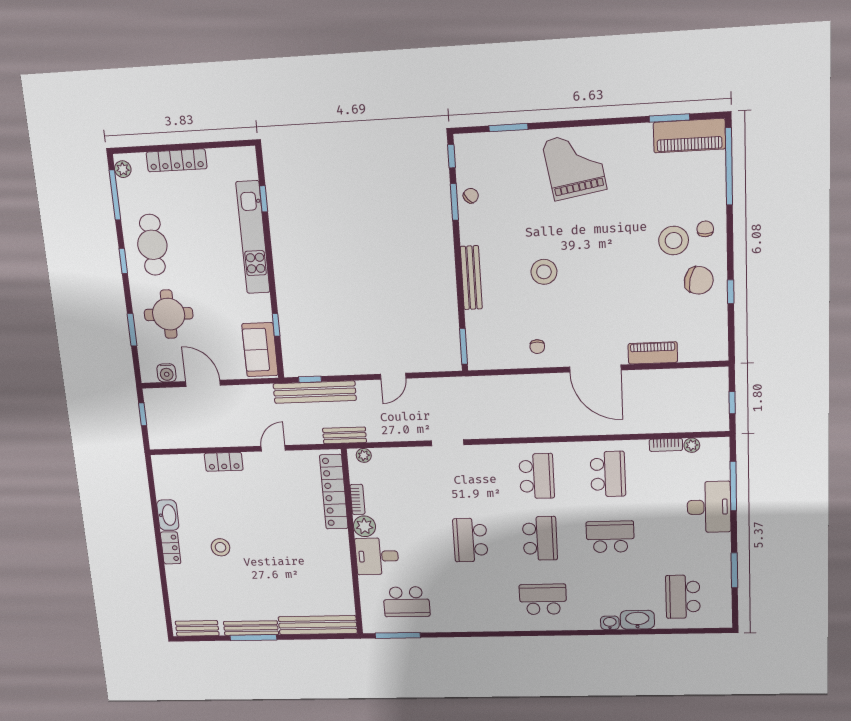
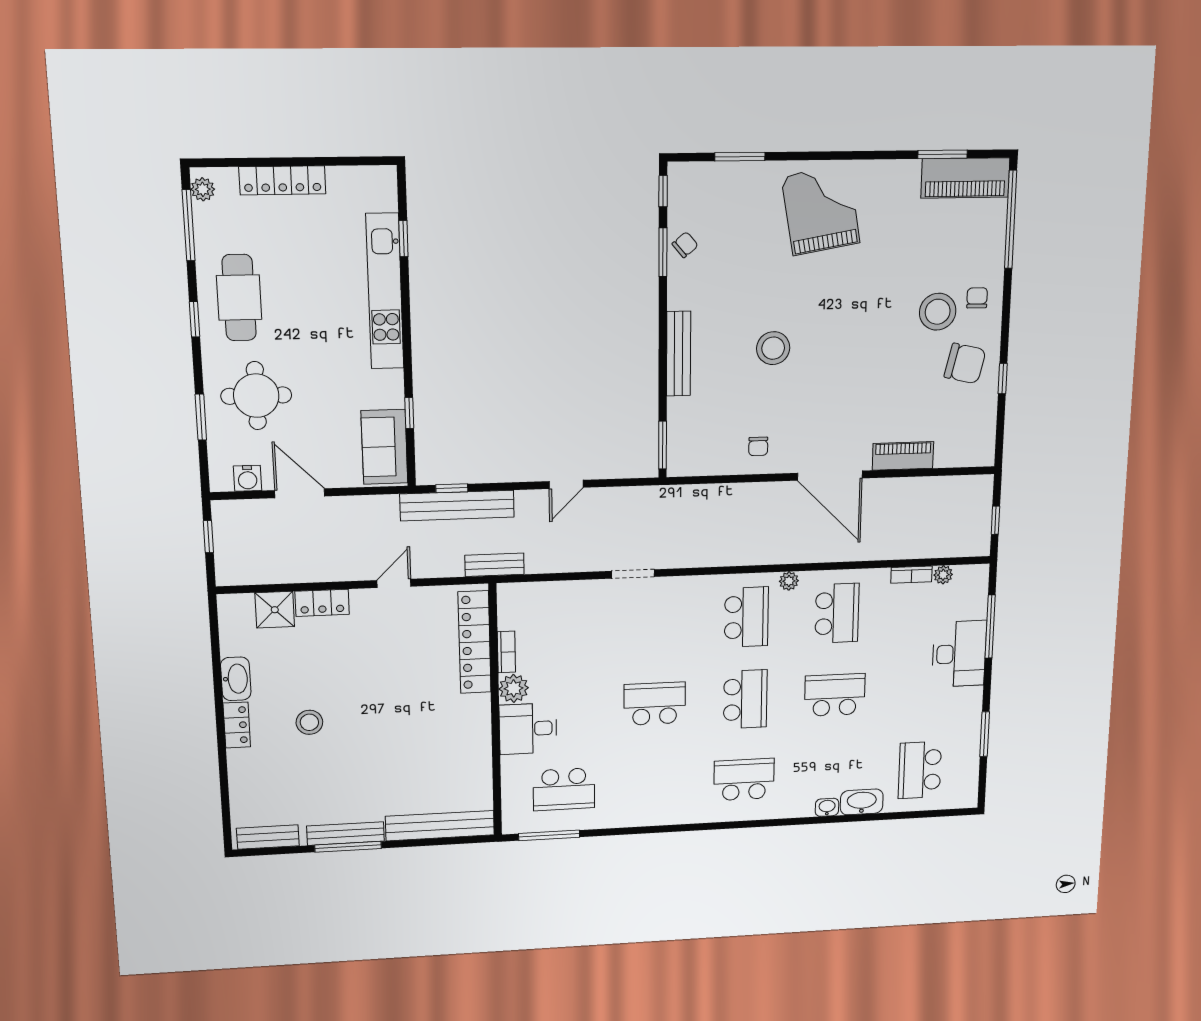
plant: (364, 455) -> (789, 581), moved
shower: (191, 466) -> (275, 610), added
school desk: (470, 540) -> (655, 704), turned 90

